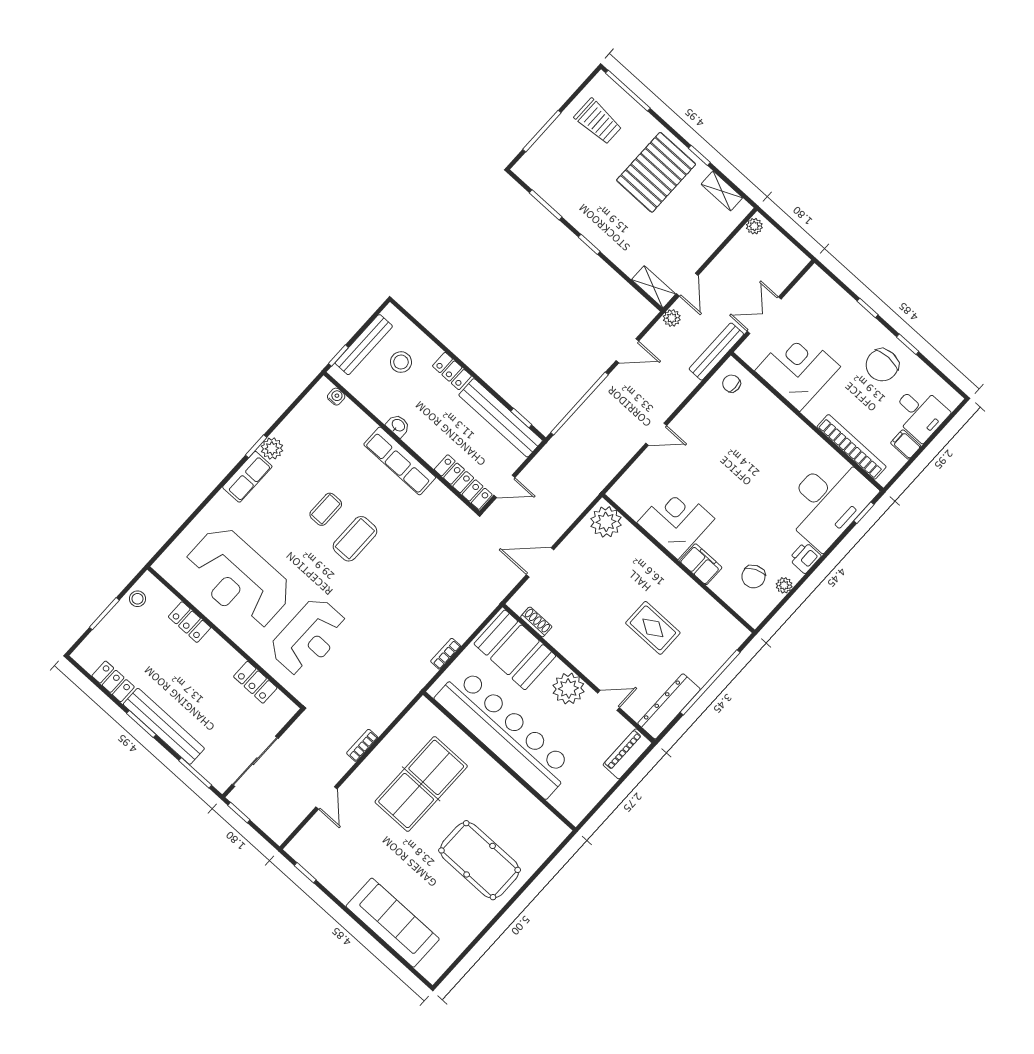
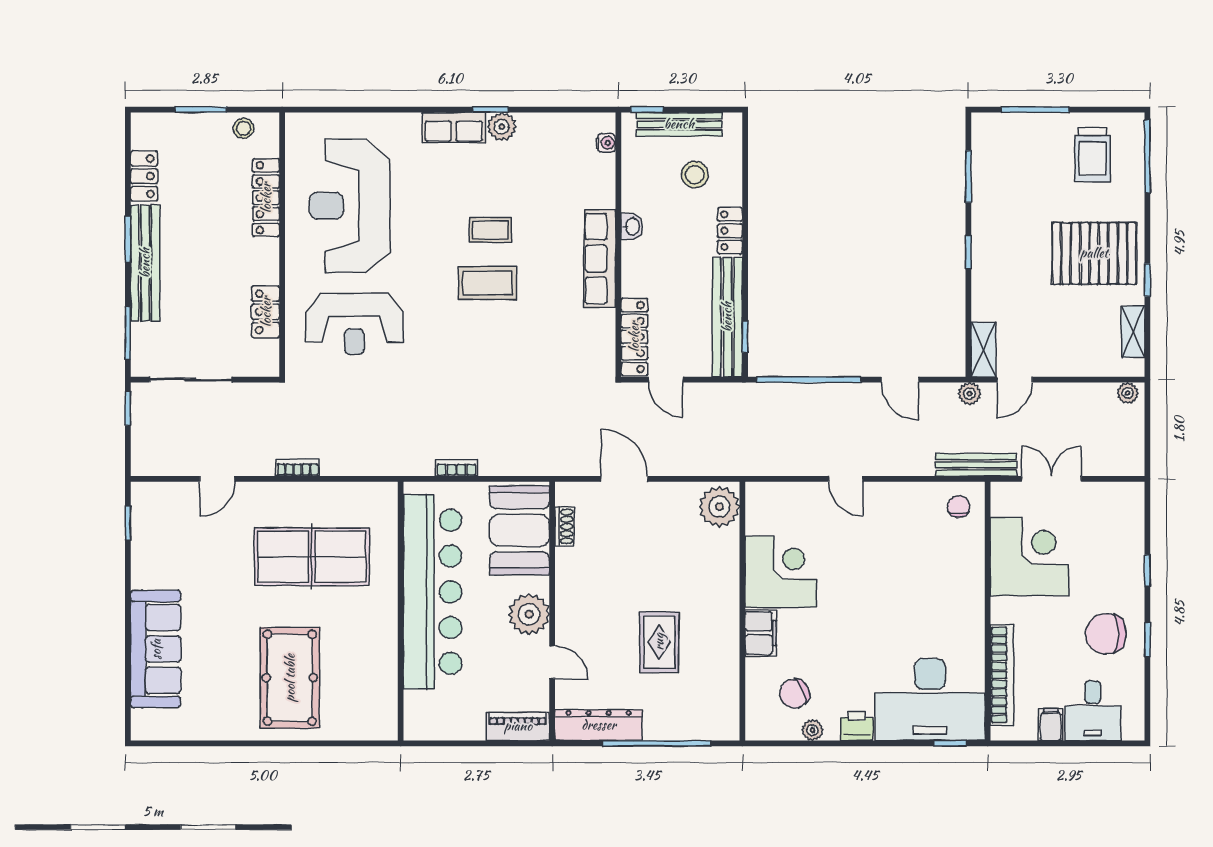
locker: (189, 622) -> (266, 198), width x1.53

